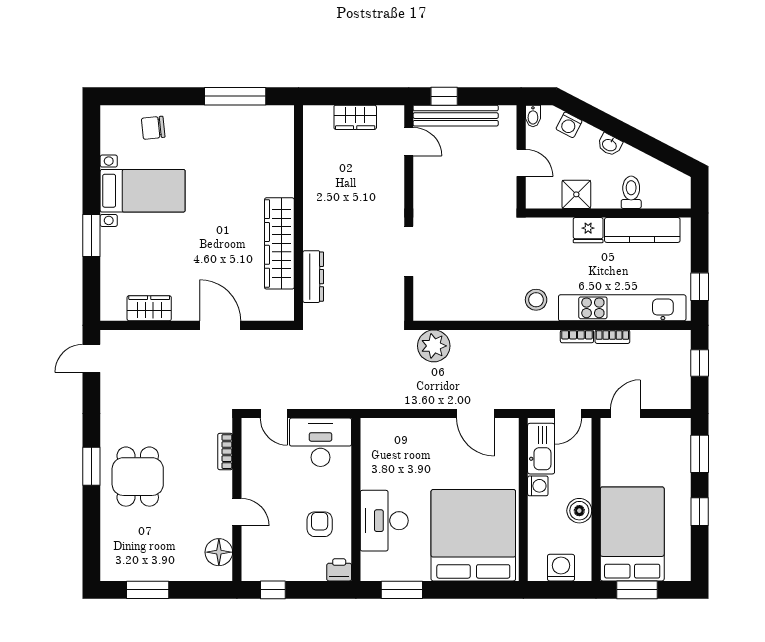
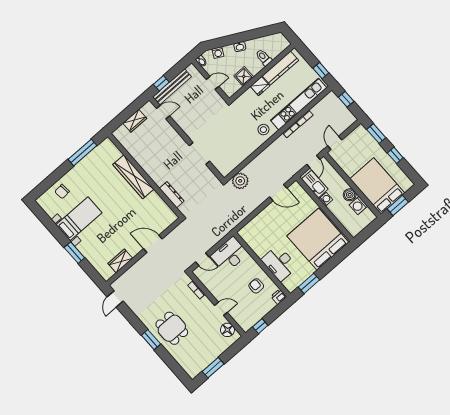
wardrobe: (279, 243) -> (133, 177), moved
washing machine: (561, 568) -> (358, 205), moved, turned -90

